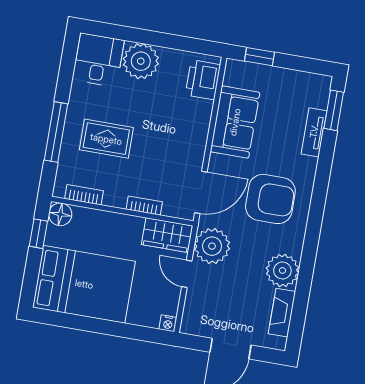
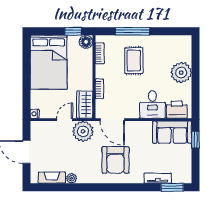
desk: (98, 60) -> (152, 105), moved, turned 90
sofa: (235, 122) -> (172, 132), moved
plant: (282, 271) -> (72, 178), width x0.53, depth x0.53

